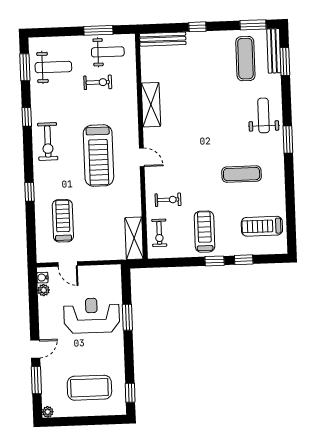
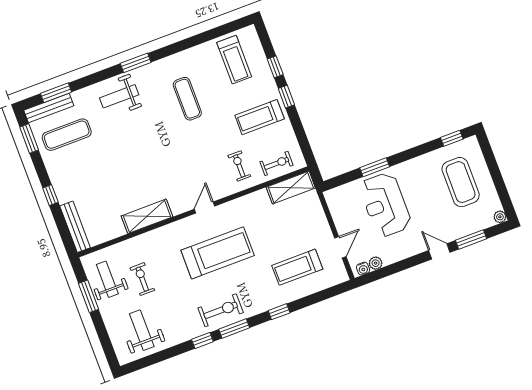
window: (25, 67) -> (234, 328), moved

